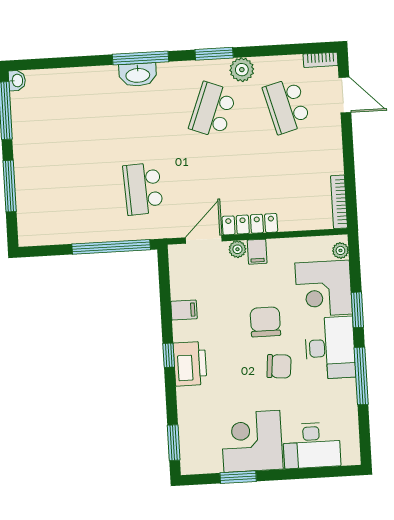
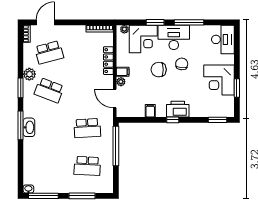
school desk: (69, 193) -> (87, 166), added
locker: (250, 224) -> (108, 61), moved
desk: (312, 445) -> (223, 39), moved

